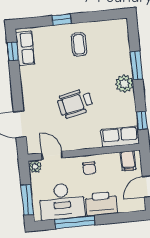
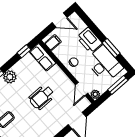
wheelchair: (75, 103) -> (42, 97), turned 102
window: (75, 222) -> (111, 48), width x0.69

